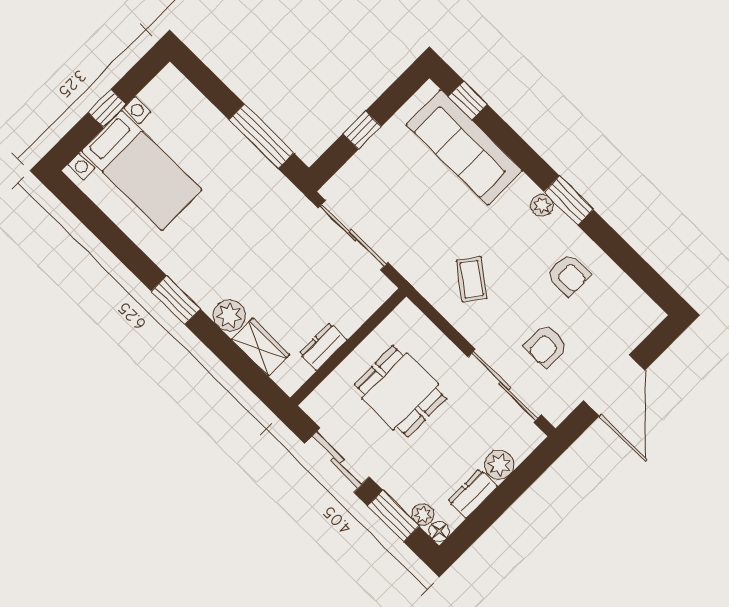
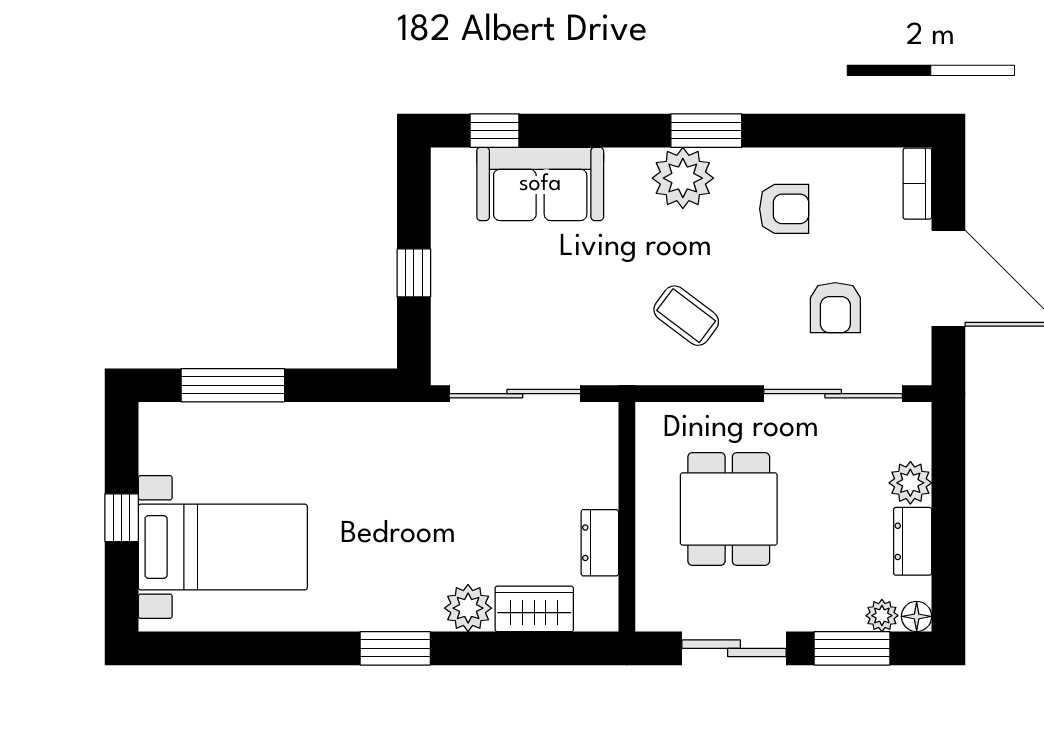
window: (261, 136) -> (233, 385), moved
sofa: (464, 147) -> (540, 184), width x0.73
plant: (542, 205) -> (683, 178), width x1.88, depth x1.88
bookcase: (644, 326) -> (917, 184), added
dining table: (400, 391) -> (729, 509), turned 90

